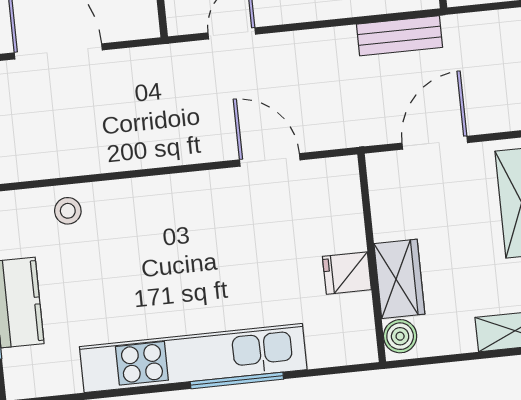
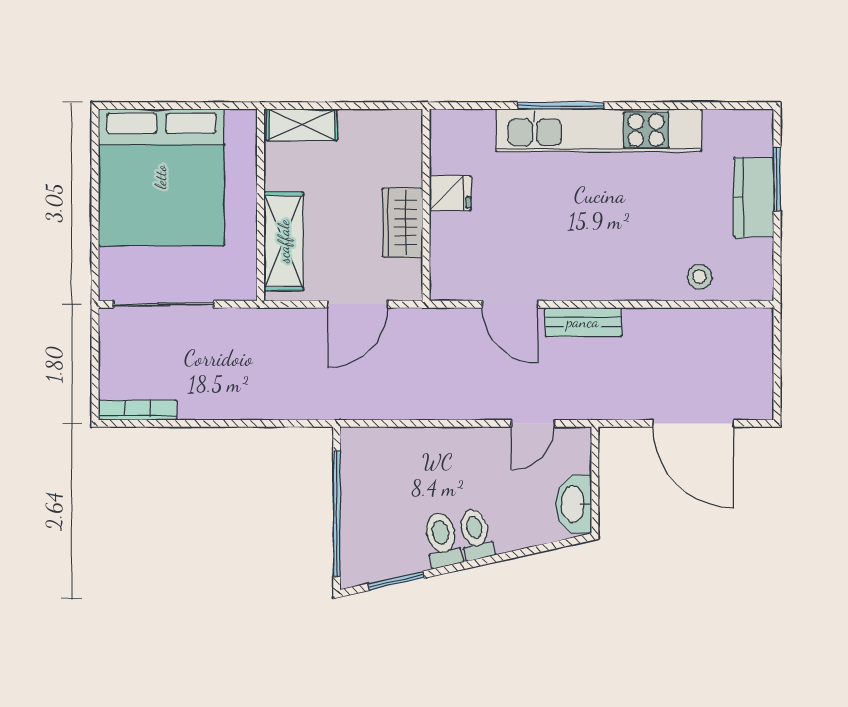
bench: (399, 36) -> (583, 322), moved
wardrobe: (399, 279) -> (403, 223), moved
boiler: (400, 336) -> (407, 131), removed

